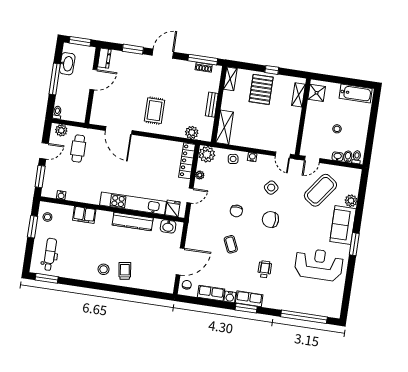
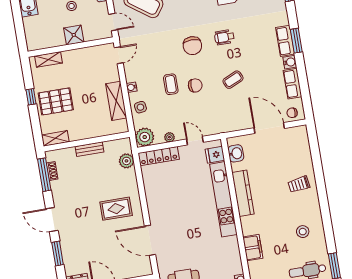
shower: (317, 93) -> (74, 35), moved
shelving: (224, 127) -> (116, 101), moved, turned 90
door: (119, 130) -> (150, 240), swing flipped
side table: (271, 188) -> (158, 56), removed
coffee table: (244, 191) -> (171, 84), added
stool: (104, 269) -> (303, 232), moved
wheelchair: (265, 269) -> (224, 37), moved

